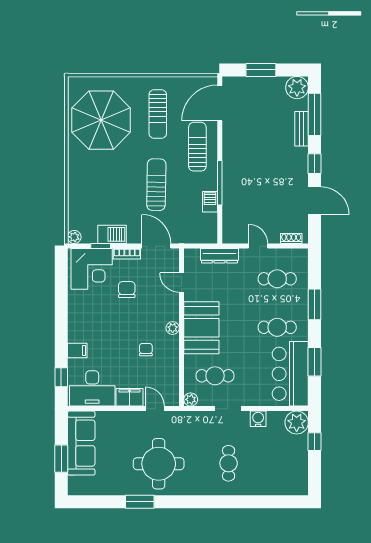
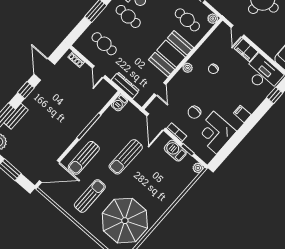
barbecue: (210, 202) -> (119, 103), moved
corner desk: (92, 269) -> (215, 133), moved, turned -90
filing cabinet: (77, 351) -> (242, 114), moved

